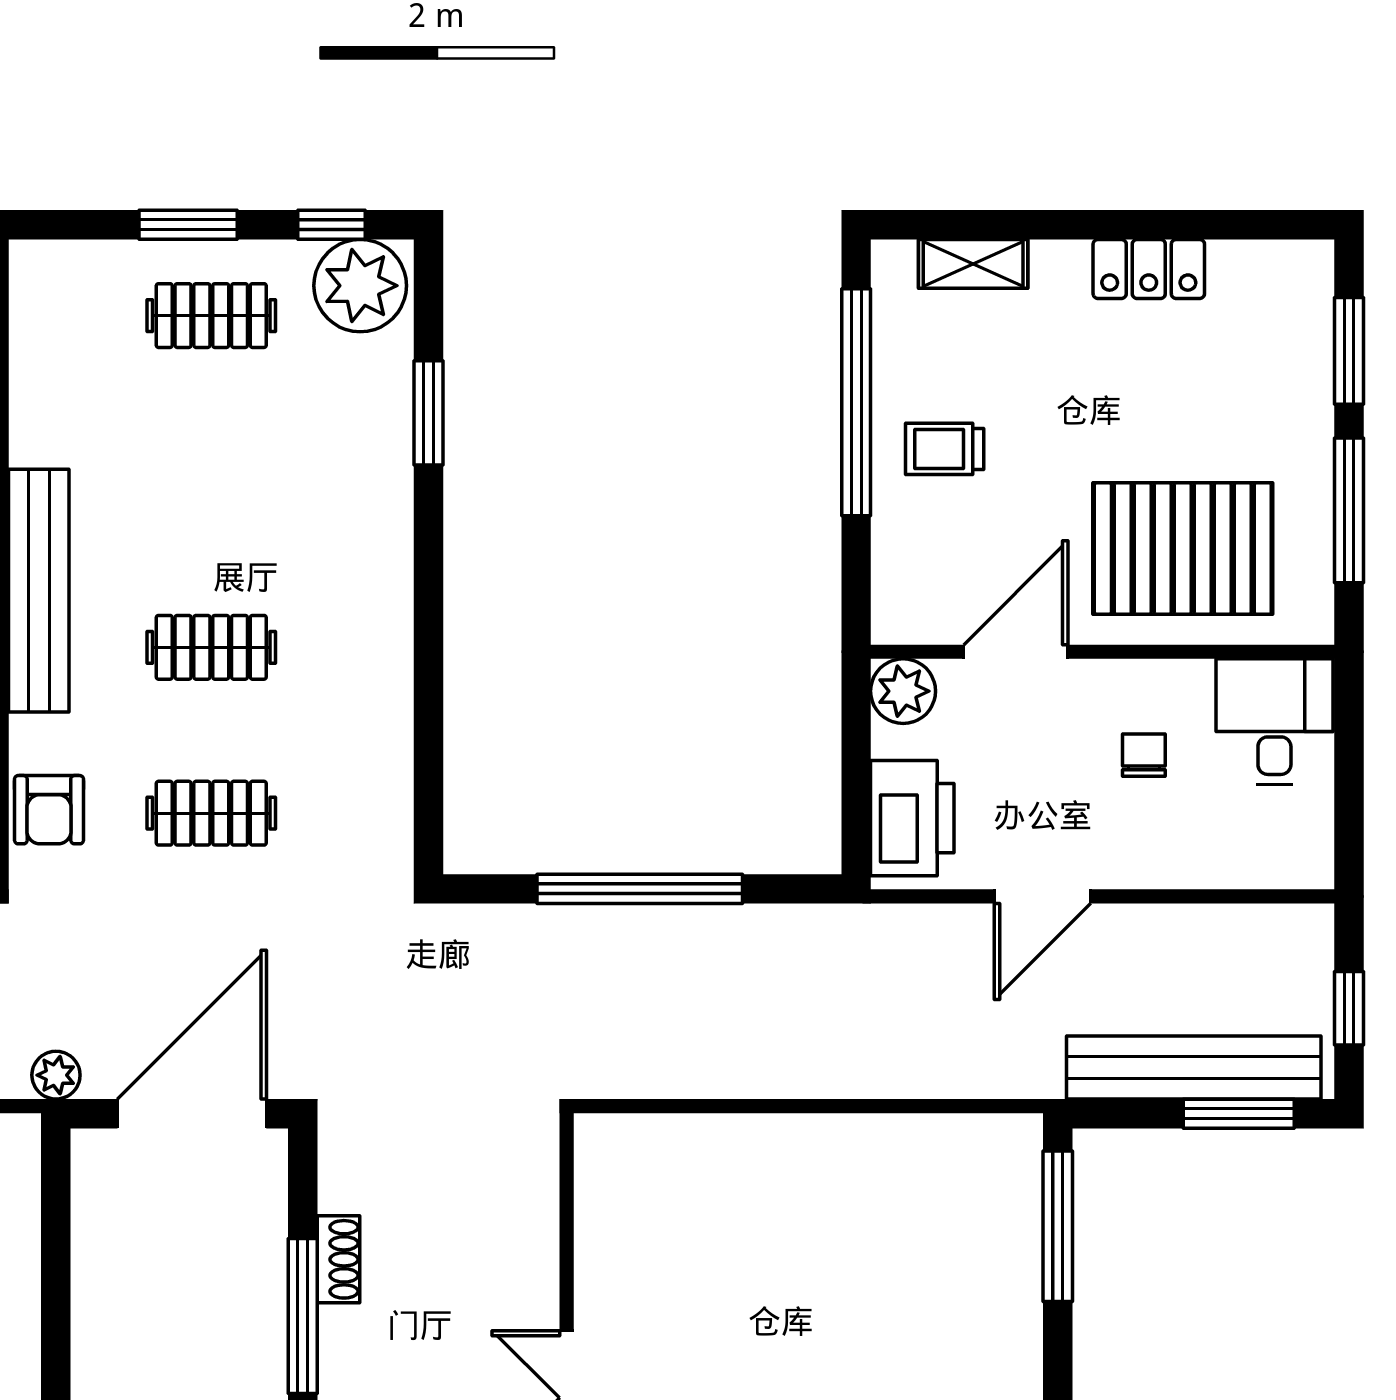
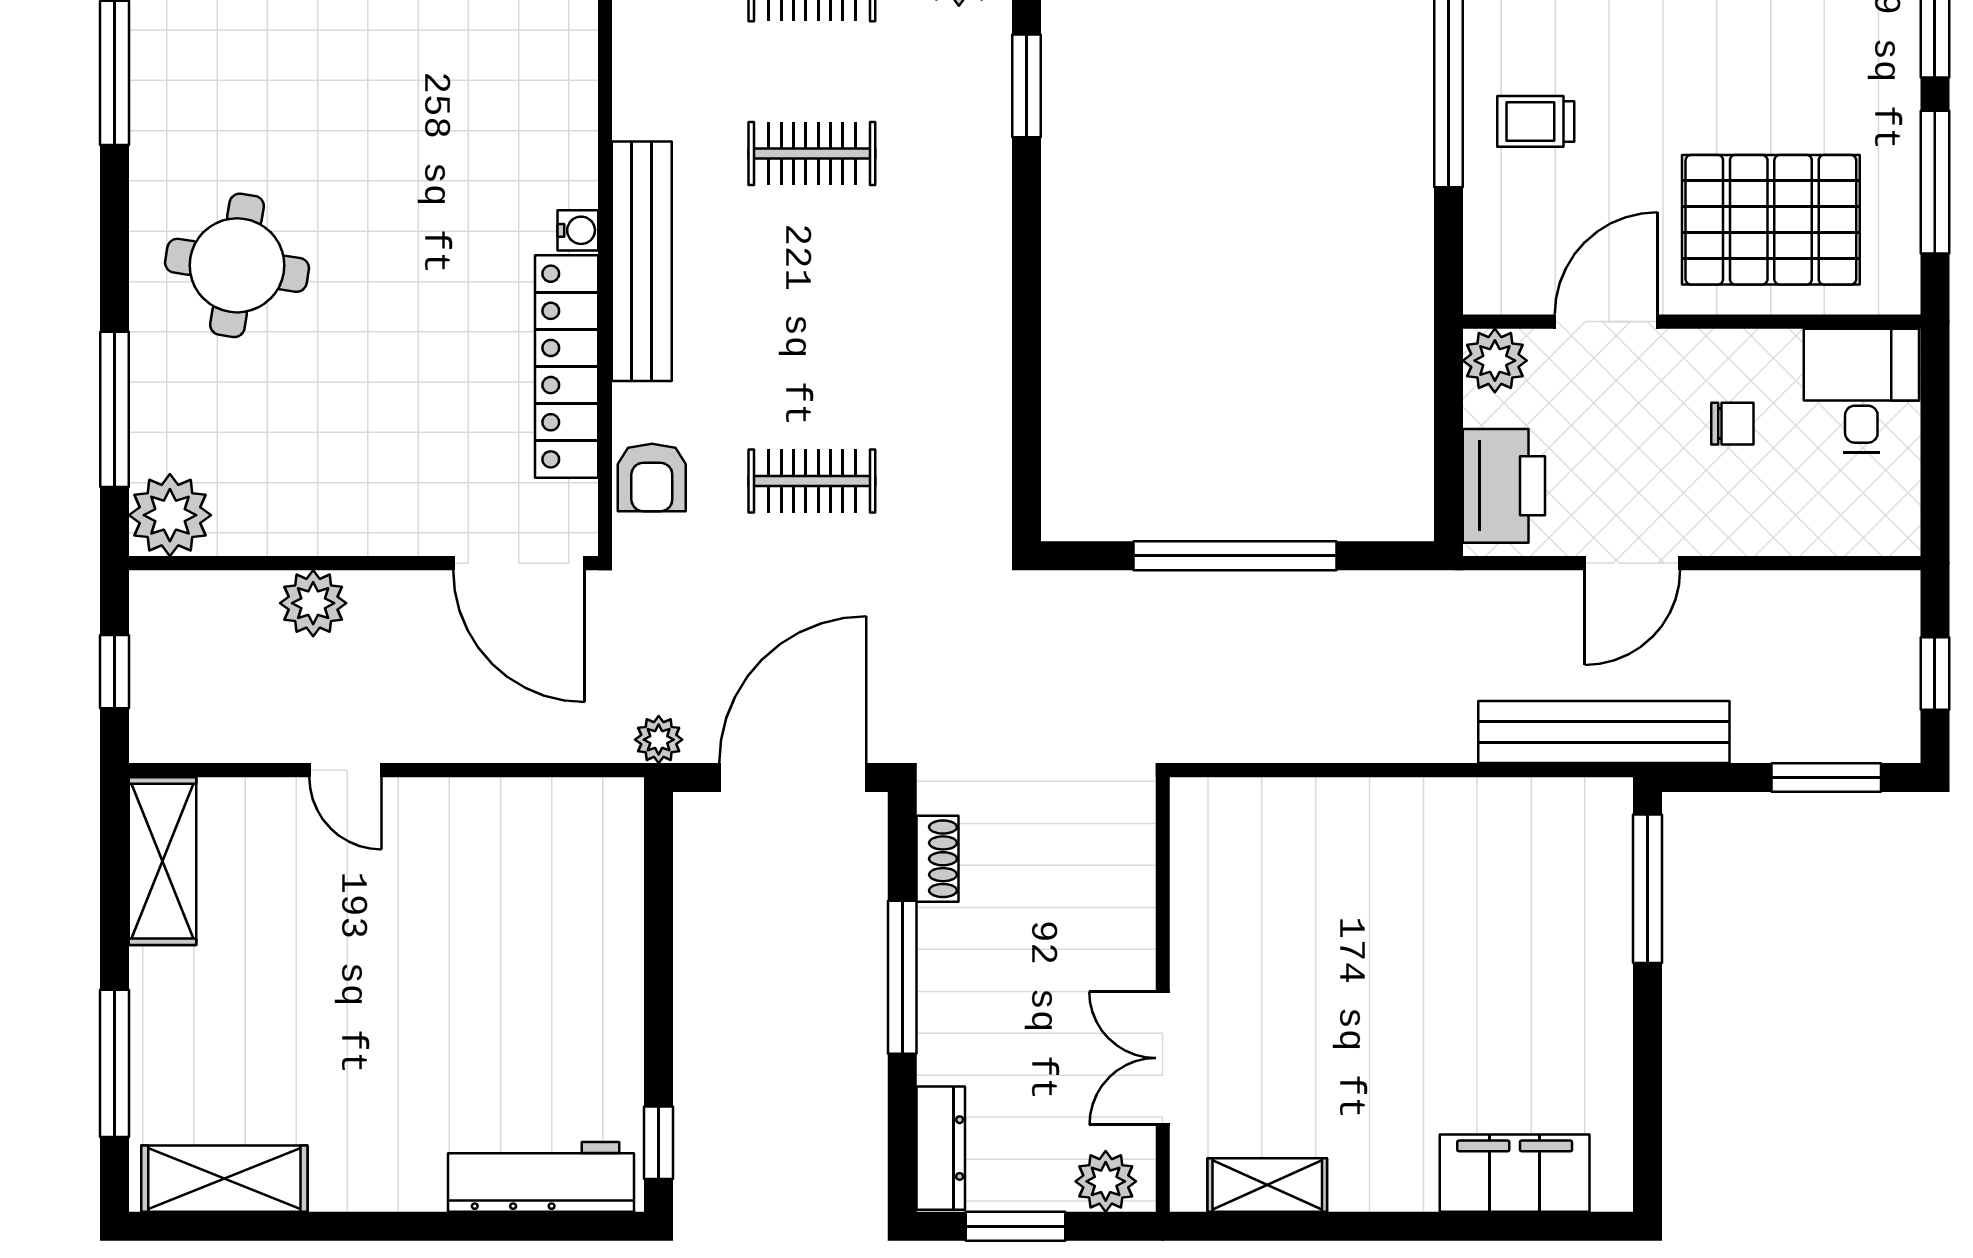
clothes rail: (211, 647) -> (812, 154), moved
chair: (1144, 755) -> (1732, 424), turned 90
bench: (1194, 1068) -> (1604, 732), moved
shoe rack: (338, 1259) -> (938, 859), moved

